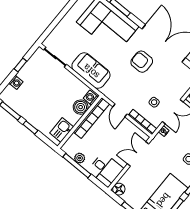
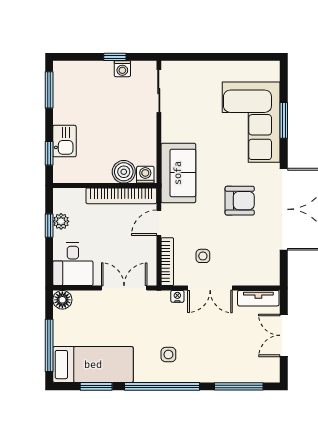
armchair: (142, 62) -> (240, 201), turned 90
sofa: (91, 71) -> (178, 173), moved
washing machine: (16, 82) -> (122, 69), moved
window: (30, 127) -> (49, 153), moved
kitchen sink: (62, 130) -> (64, 141), moved, turned 90
window: (77, 166) -> (49, 226), width x0.46

